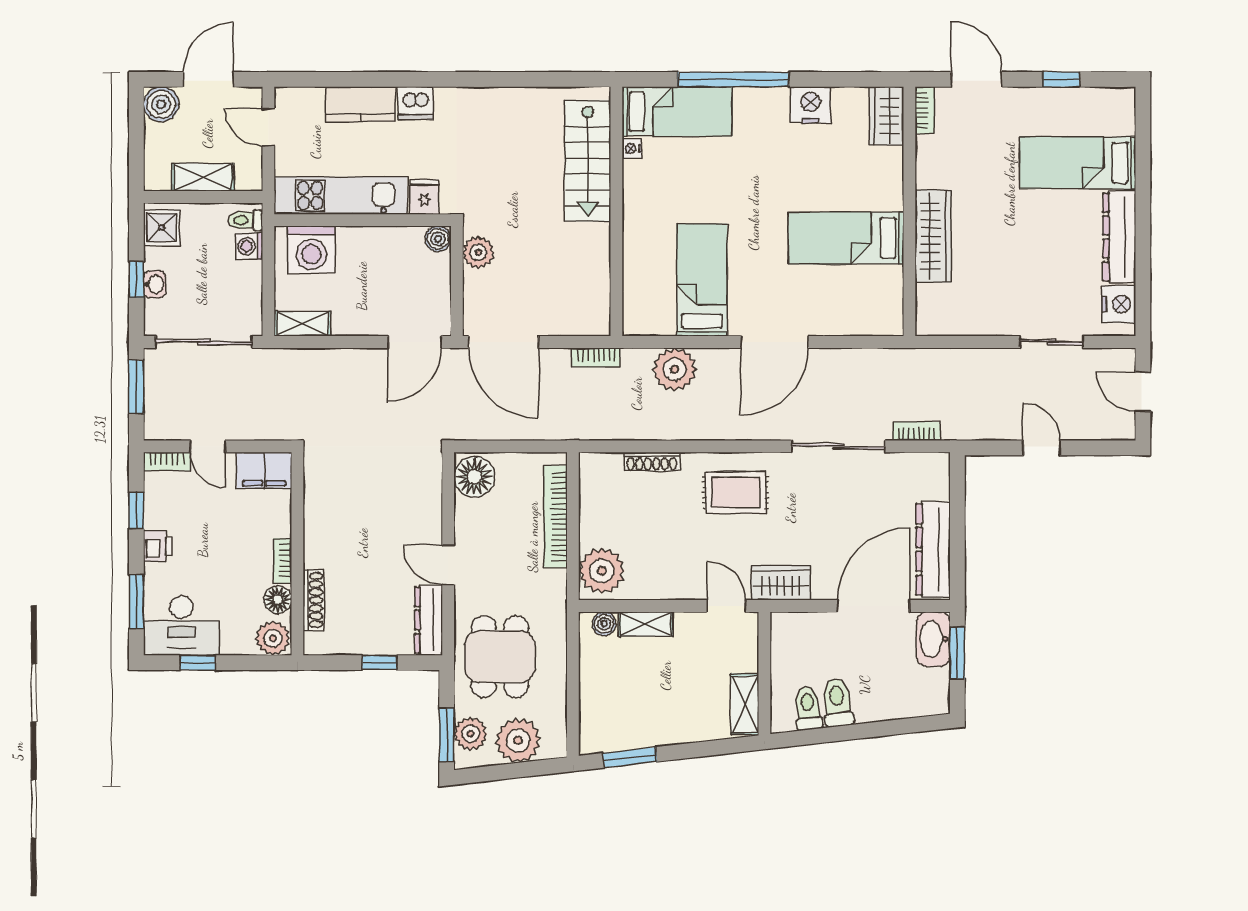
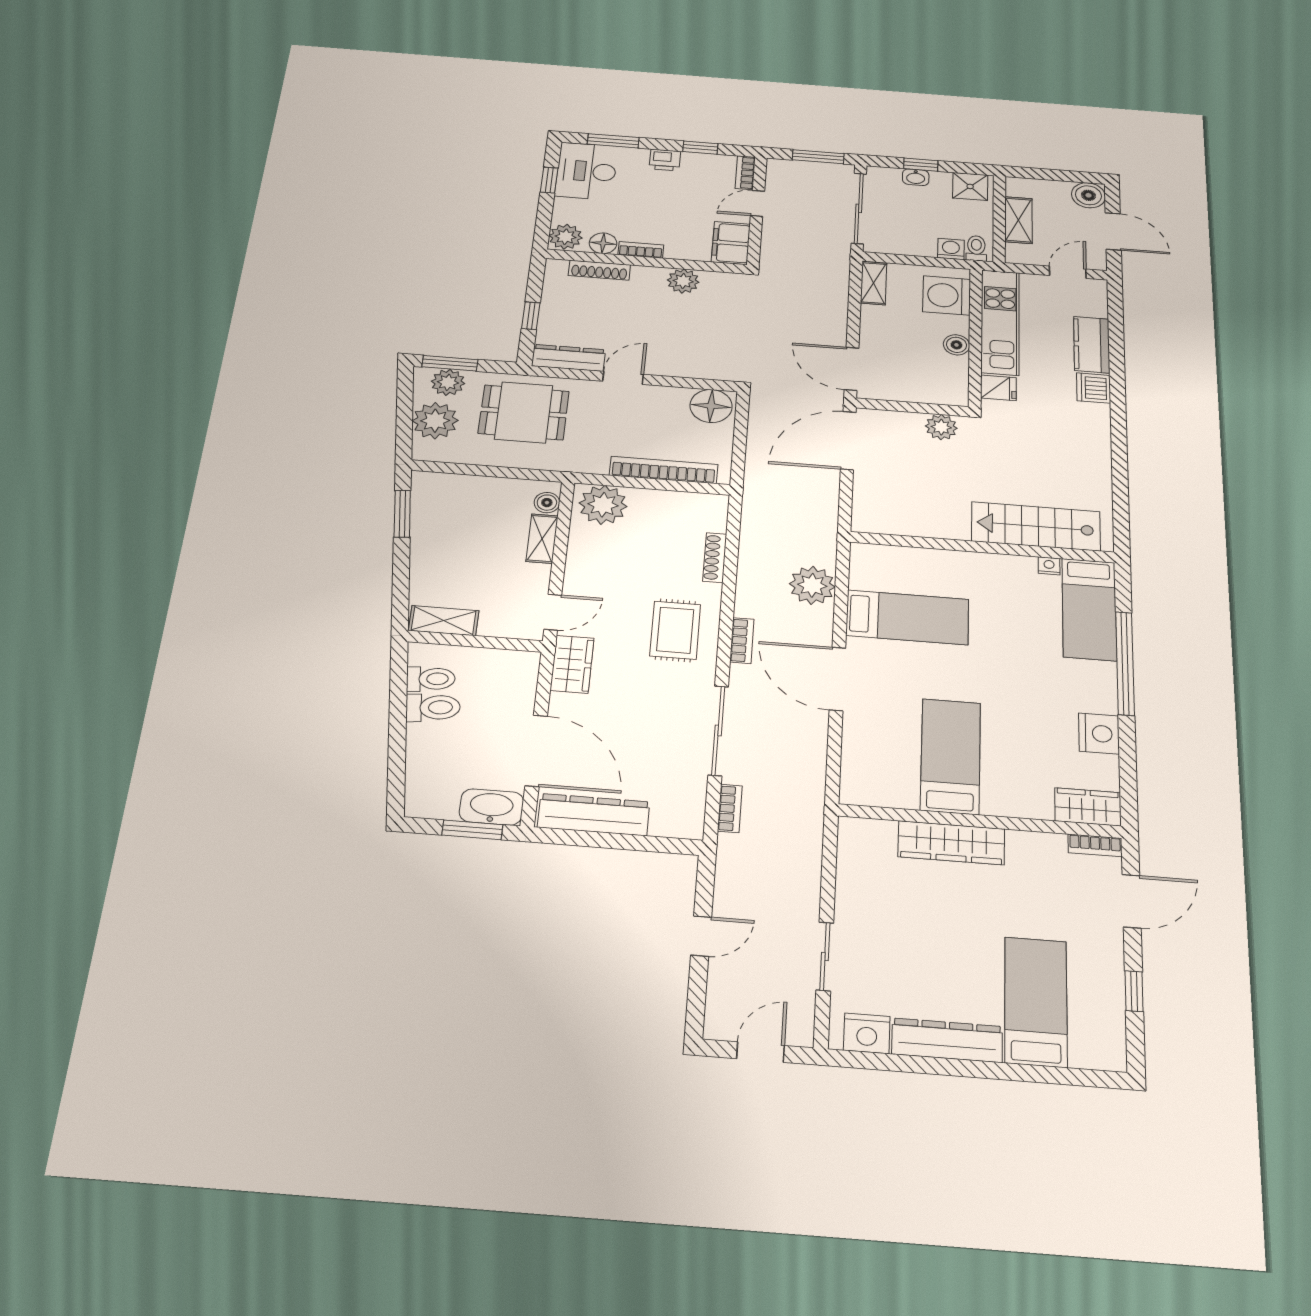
boiler: (438, 239) -> (956, 345), moved
bookcase: (596, 357) -> (742, 641), moved, turned 180
plant: (319, 515) -> (683, 281), added

